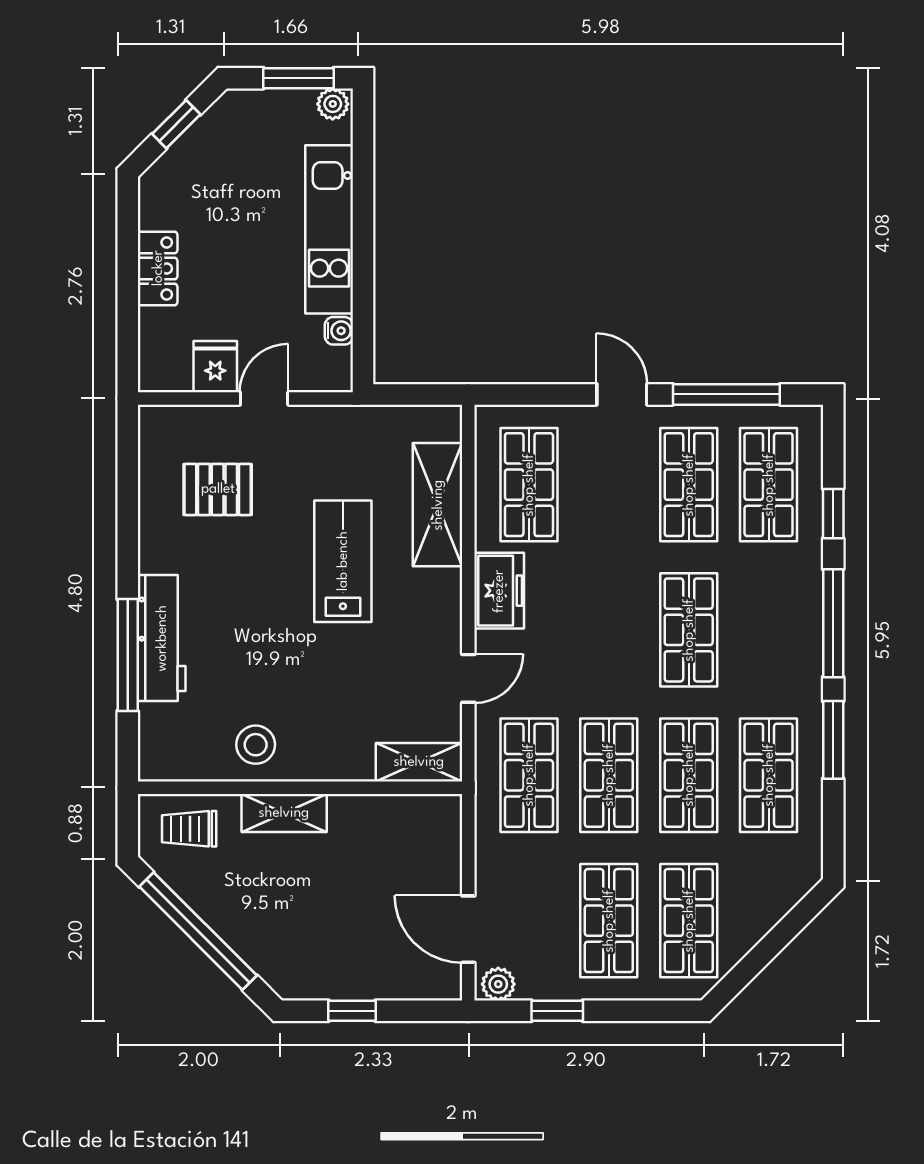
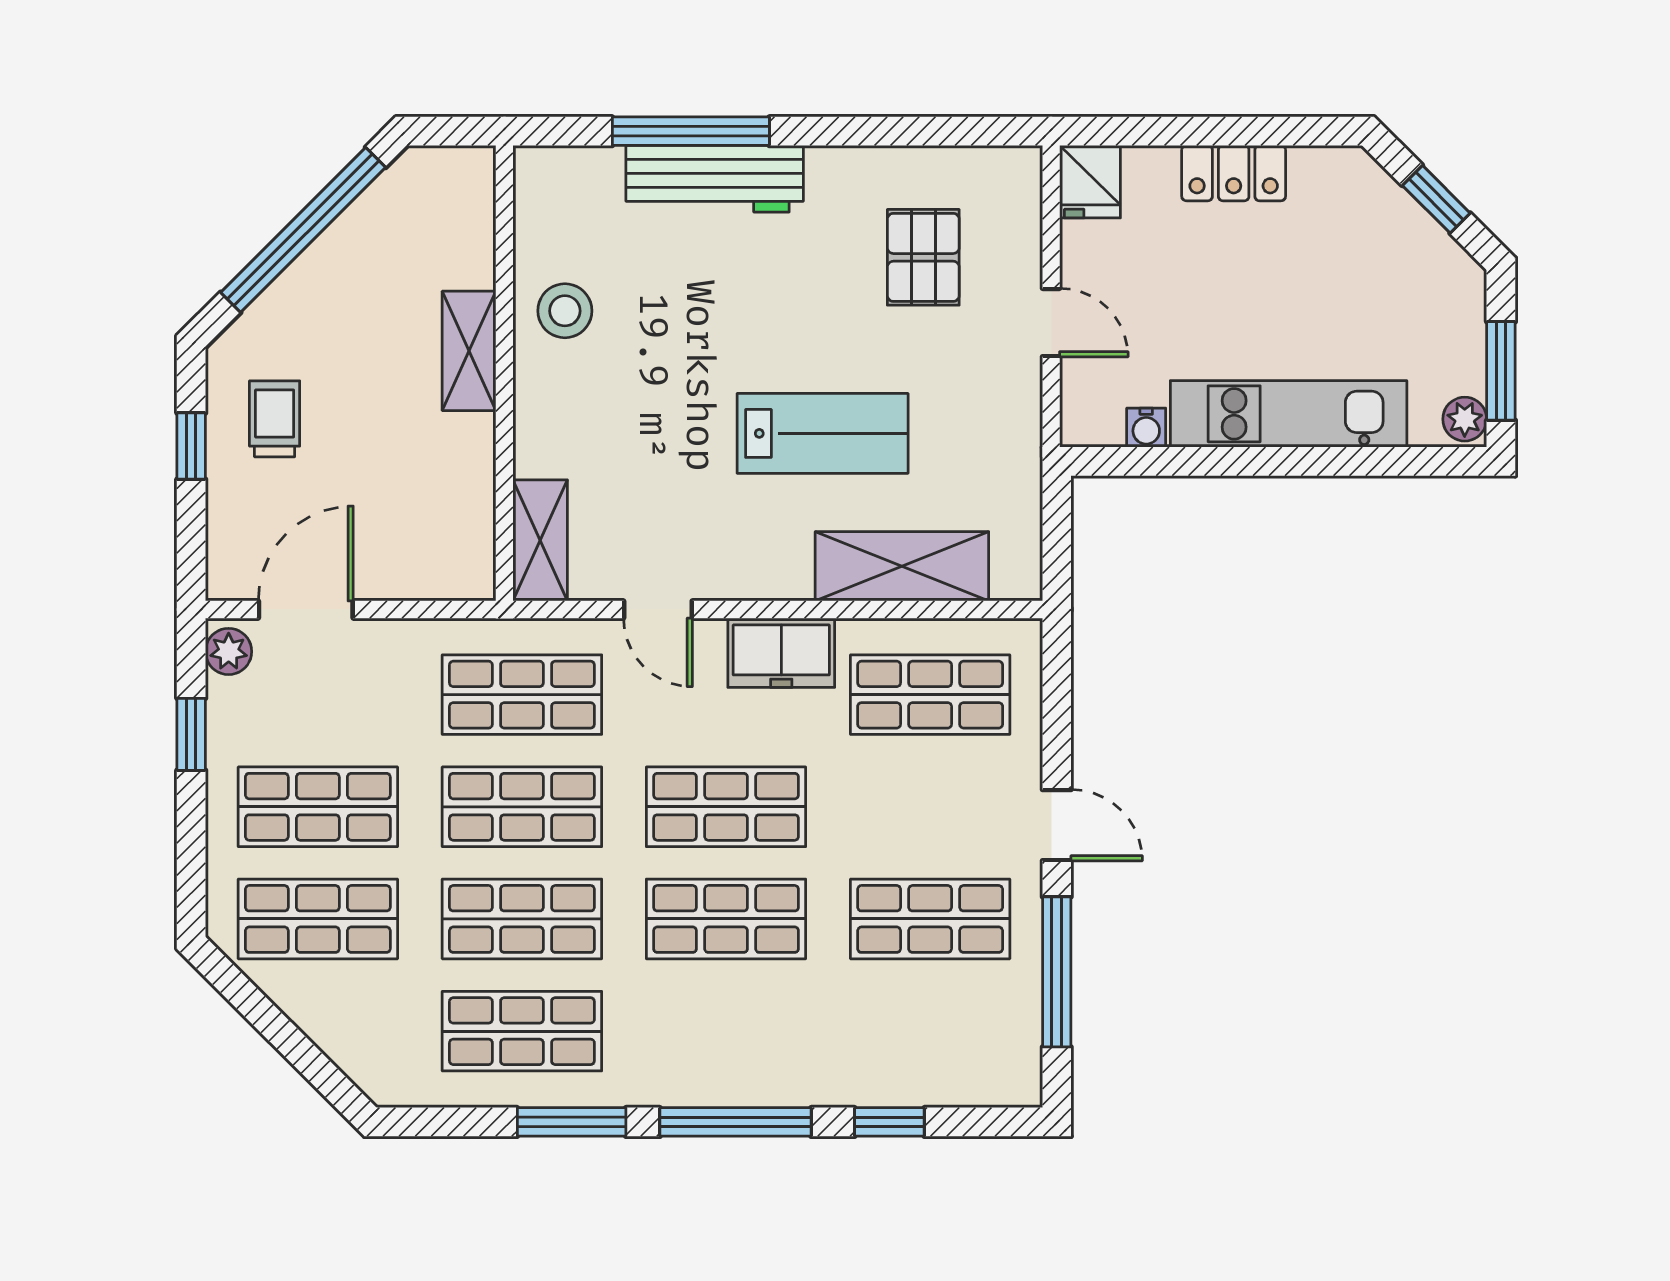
fridge: (215, 367) -> (1090, 182), moved, turned 90
door: (622, 394) -> (1057, 825), hinge flipped
shop shelf: (769, 485) -> (726, 807), moved
trolley: (189, 829) -> (275, 419), moved

